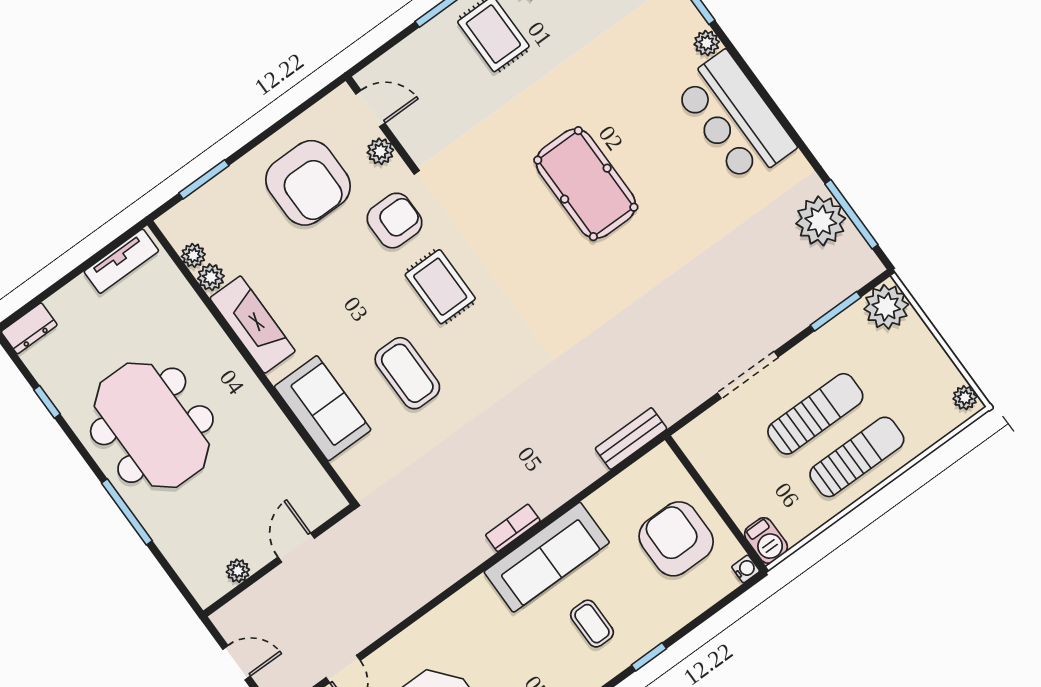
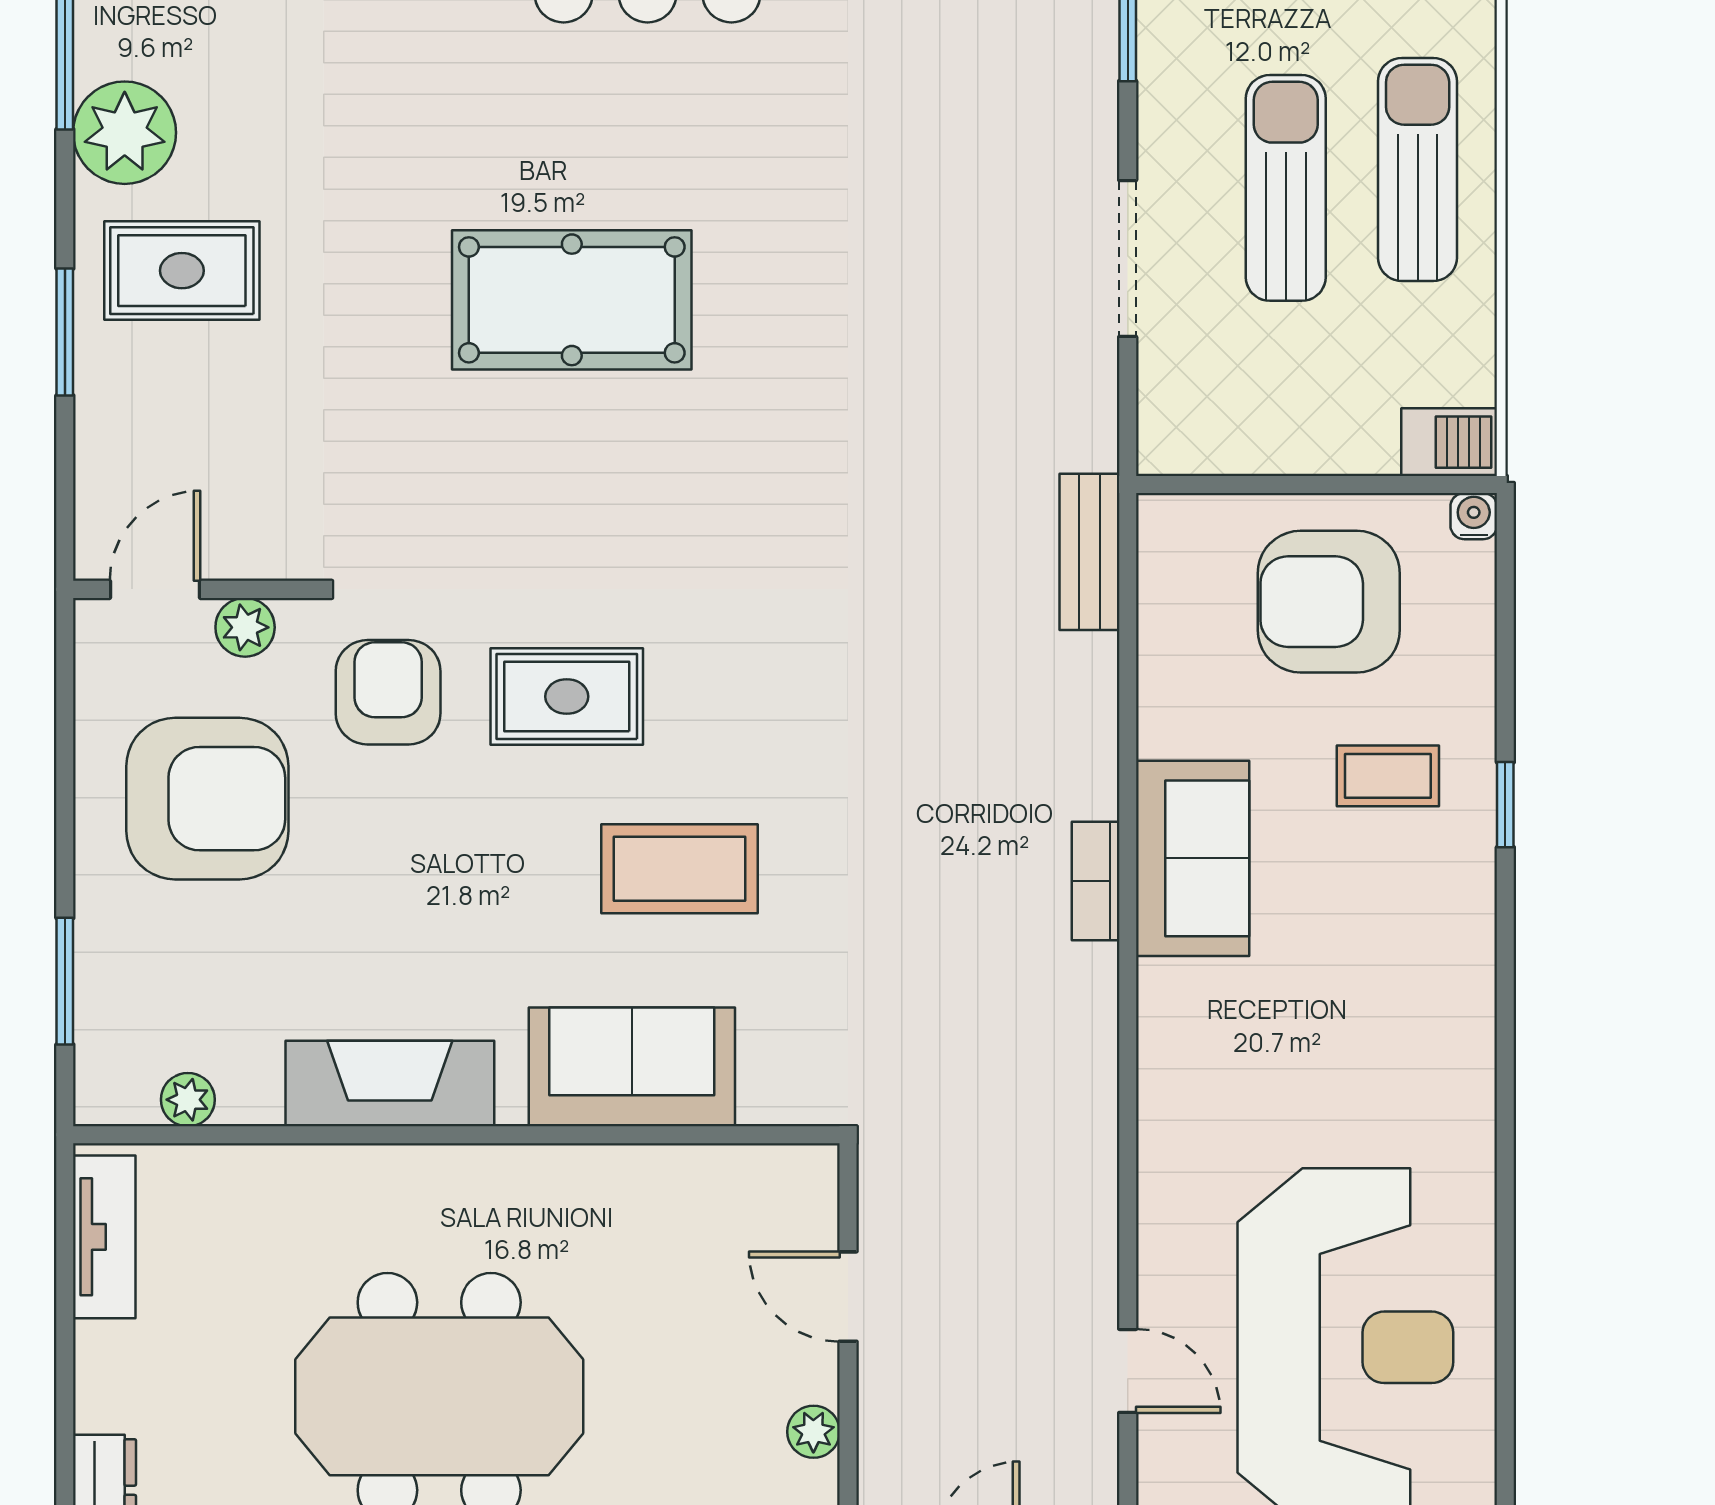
plant: (211, 277) -> (250, 1097), removed
sofa: (547, 557) -> (1193, 858), width x0.73
coffee table: (592, 624) -> (1388, 776), moved

